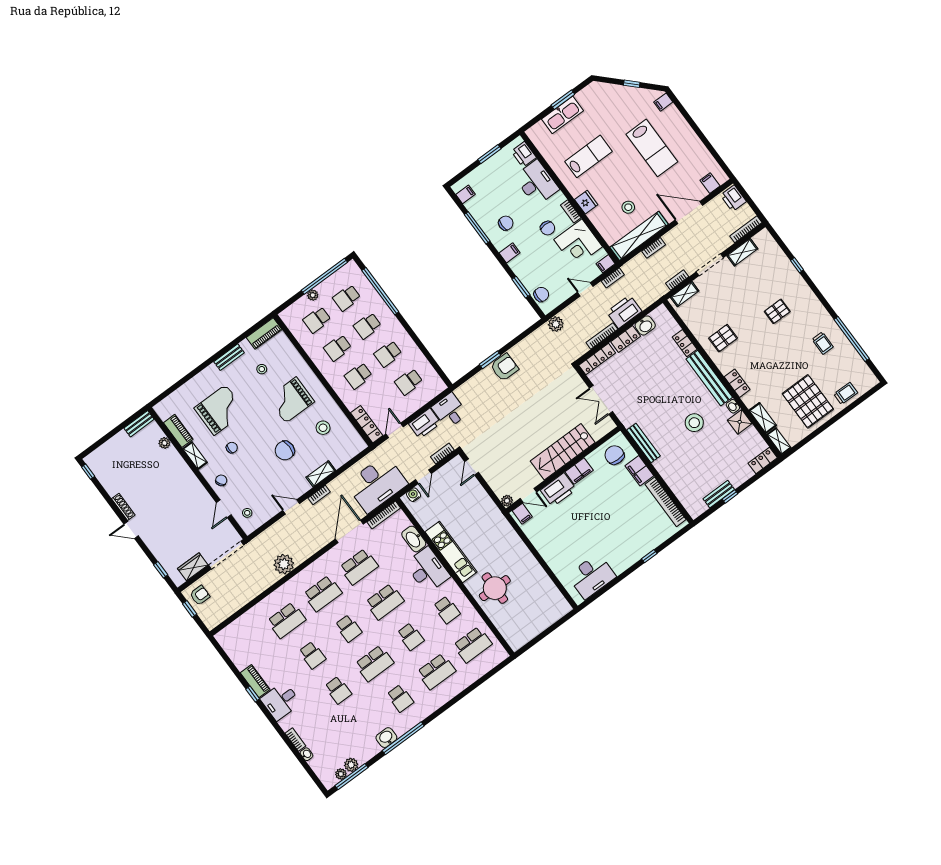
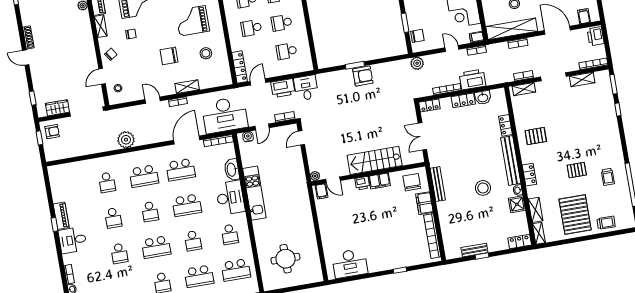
window: (779, 240) -> (614, 84), added
pallet: (777, 311) -> (577, 170), moved
locker: (597, 359) -> (429, 106), width x0.66
printer: (558, 490) -> (362, 183), width x0.53, depth x0.68
round table: (495, 588) -> (286, 259), moved
school desk: (287, 620) -> (107, 182), width x0.54

